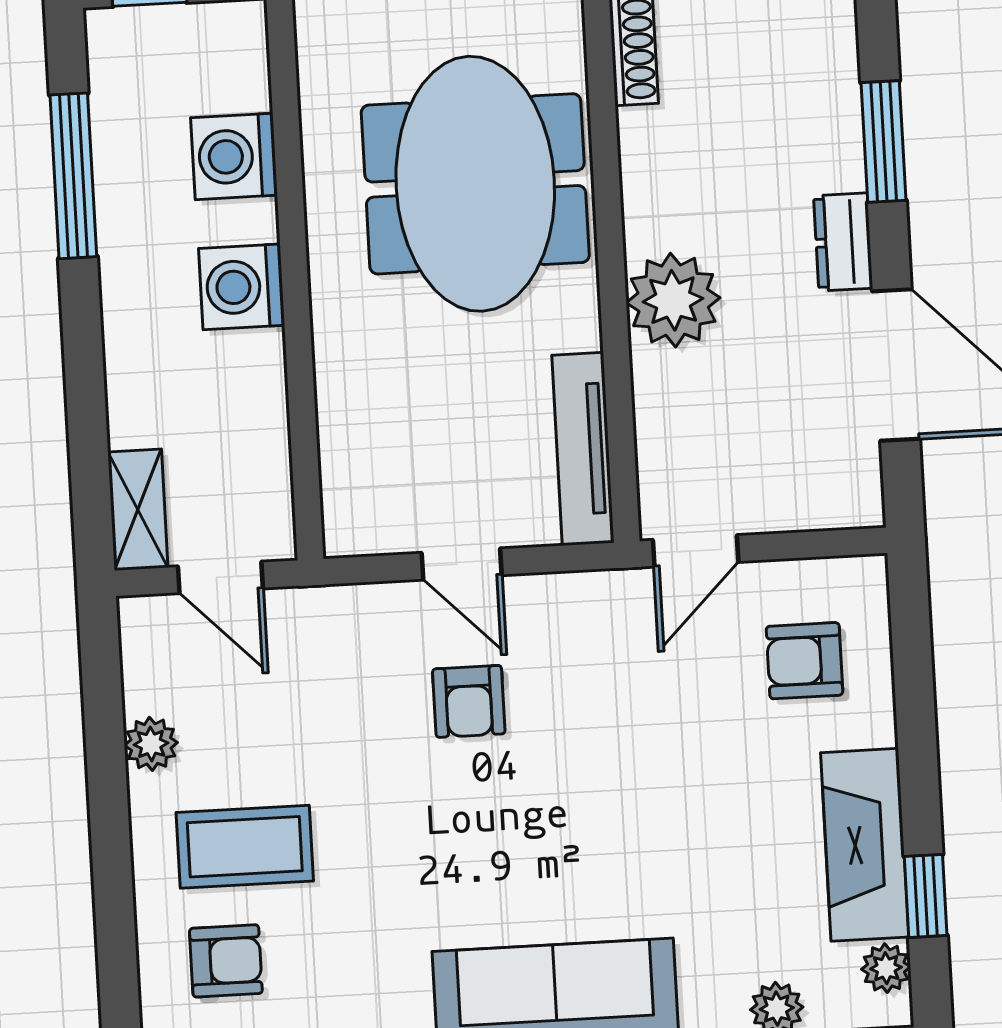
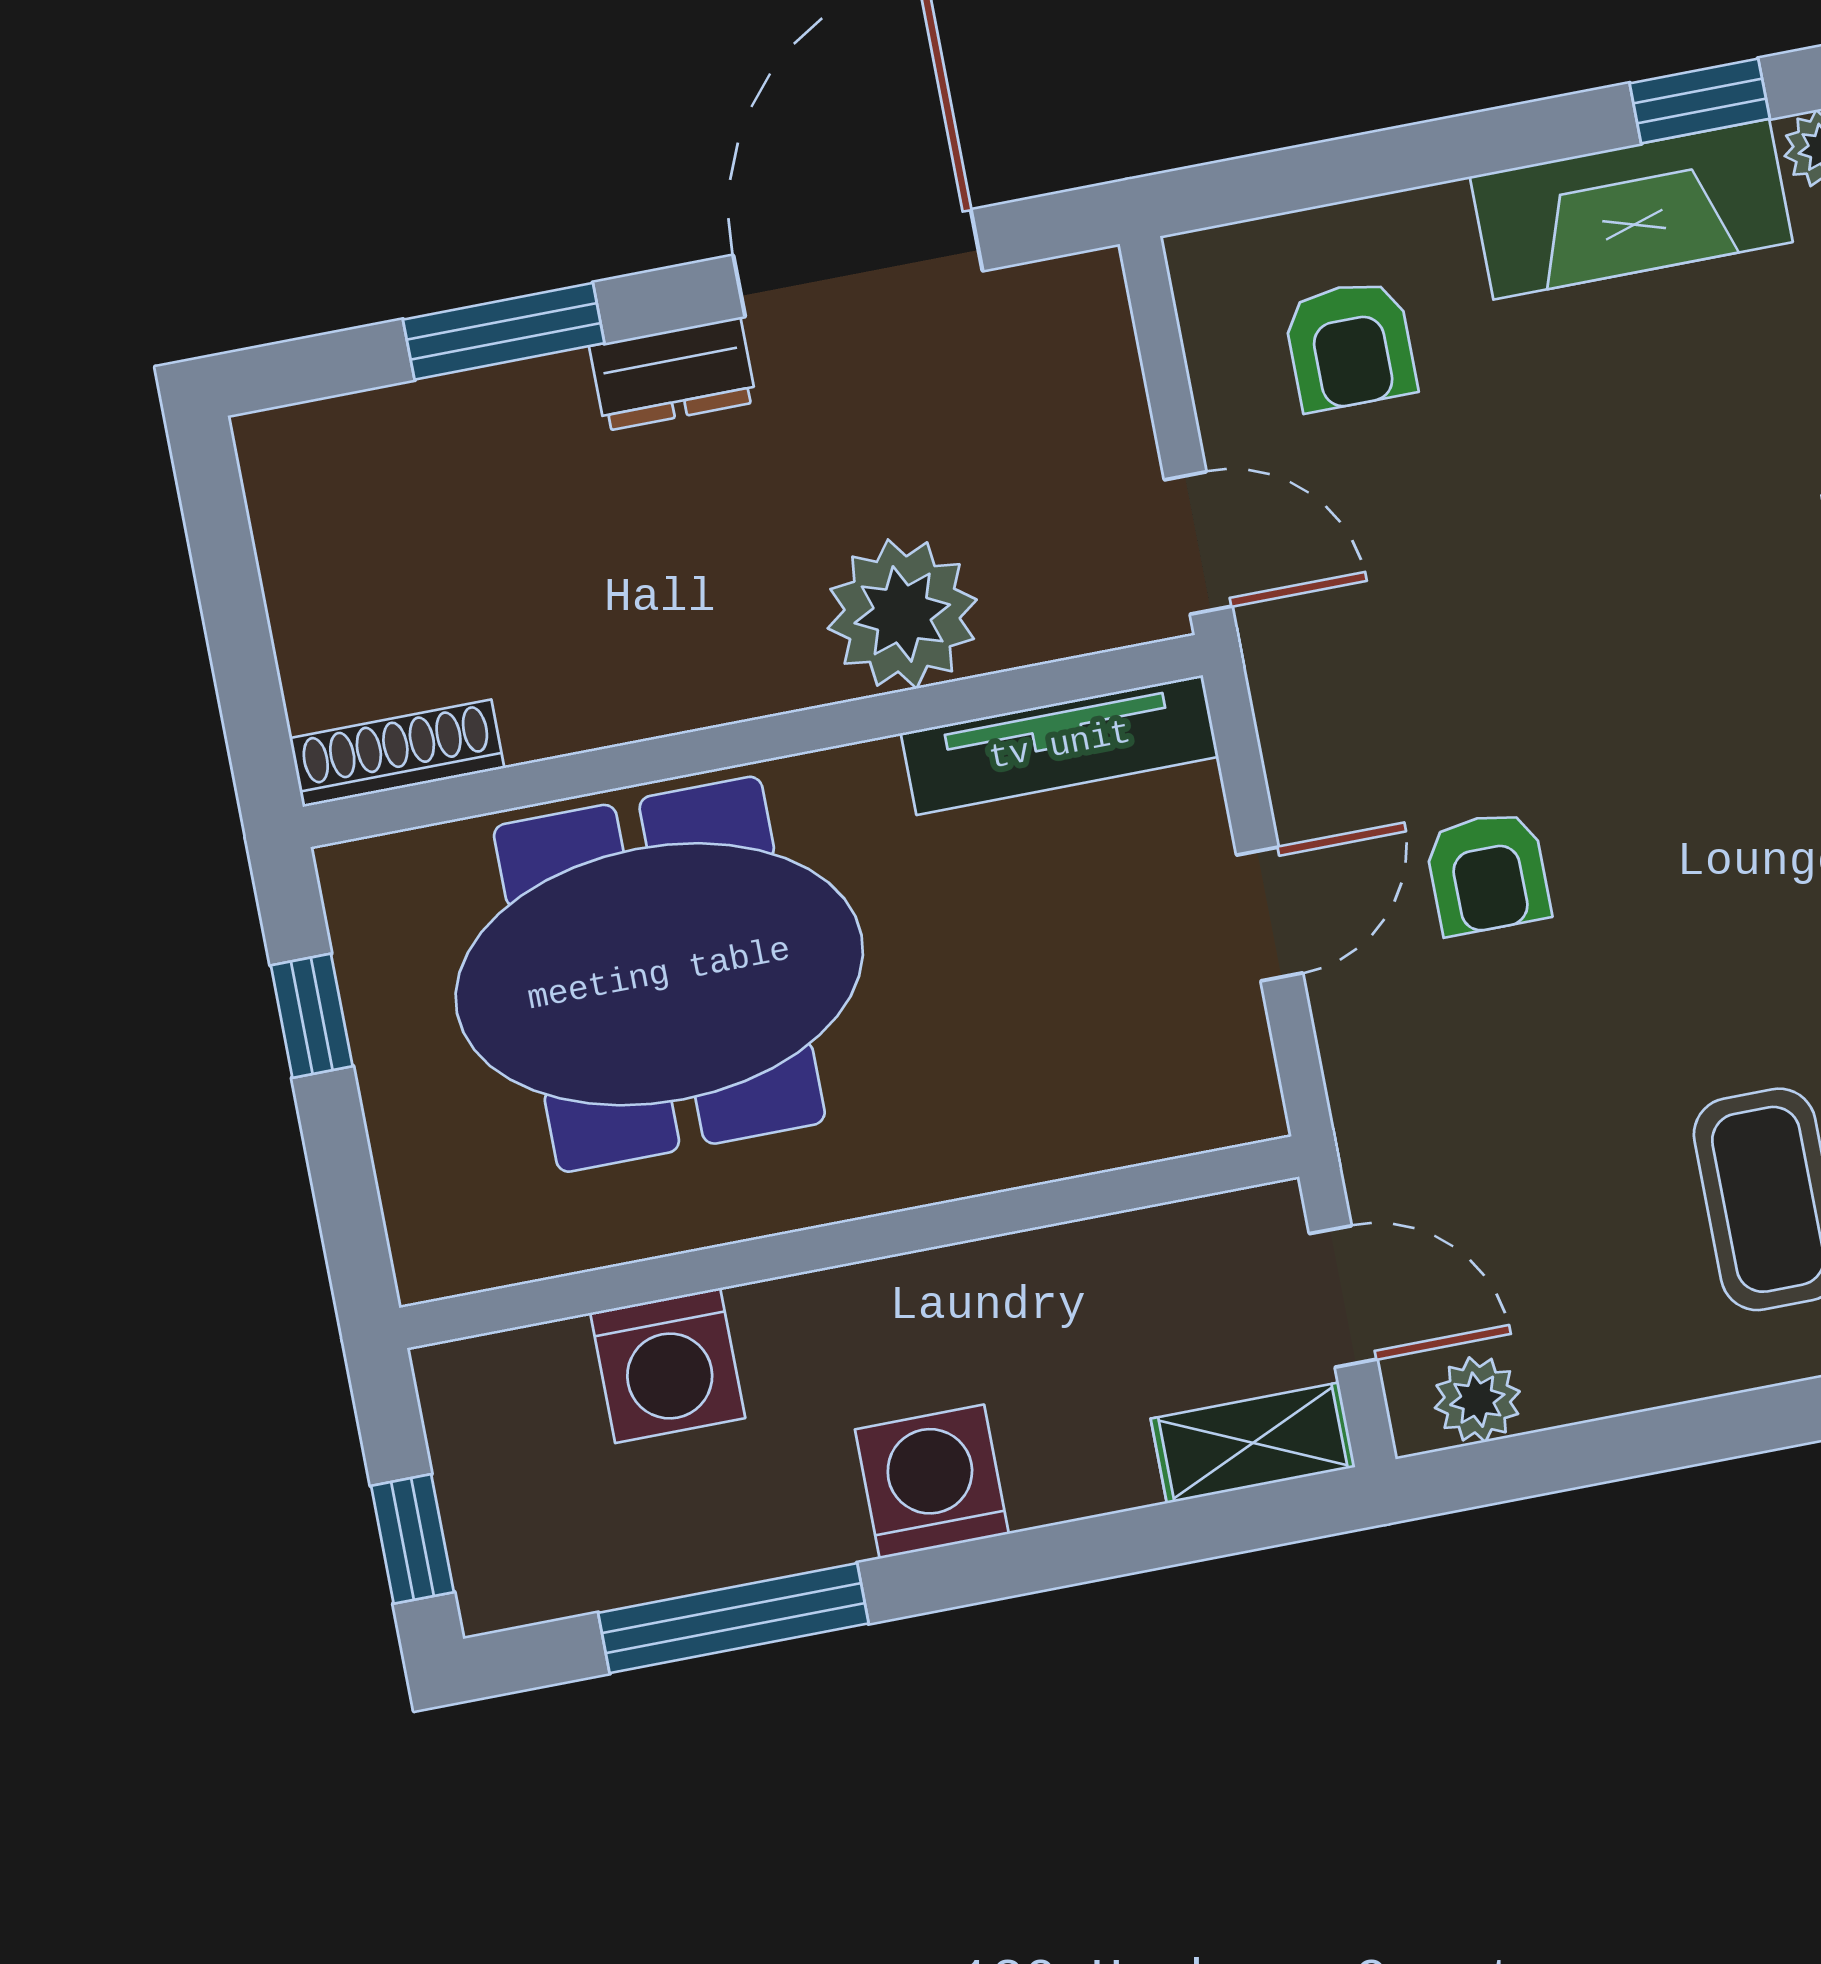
washing machine: (242, 287) -> (932, 1482), moved, turned 180
plant: (673, 300) -> (902, 614), moved
door: (220, 577) -> (1343, 1296), hinge flipped
armchair: (469, 701) -> (1488, 873), turned 90
plant: (151, 744) -> (1477, 1400), moved

